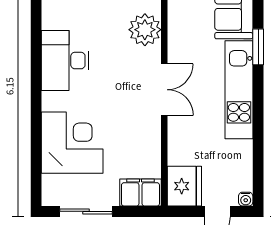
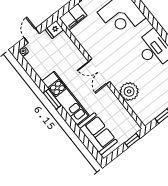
window: (258, 47) -> (52, 99), moved
fridge: (184, 186) -> (54, 30), width x0.53, depth x0.75

